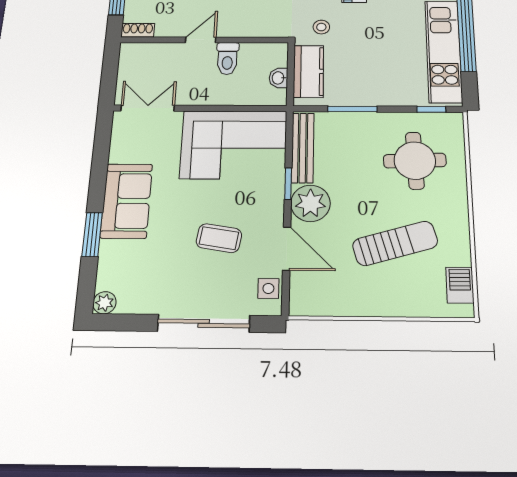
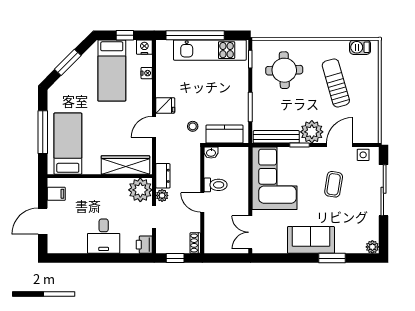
washbasin: (278, 78) -> (211, 153), moved

